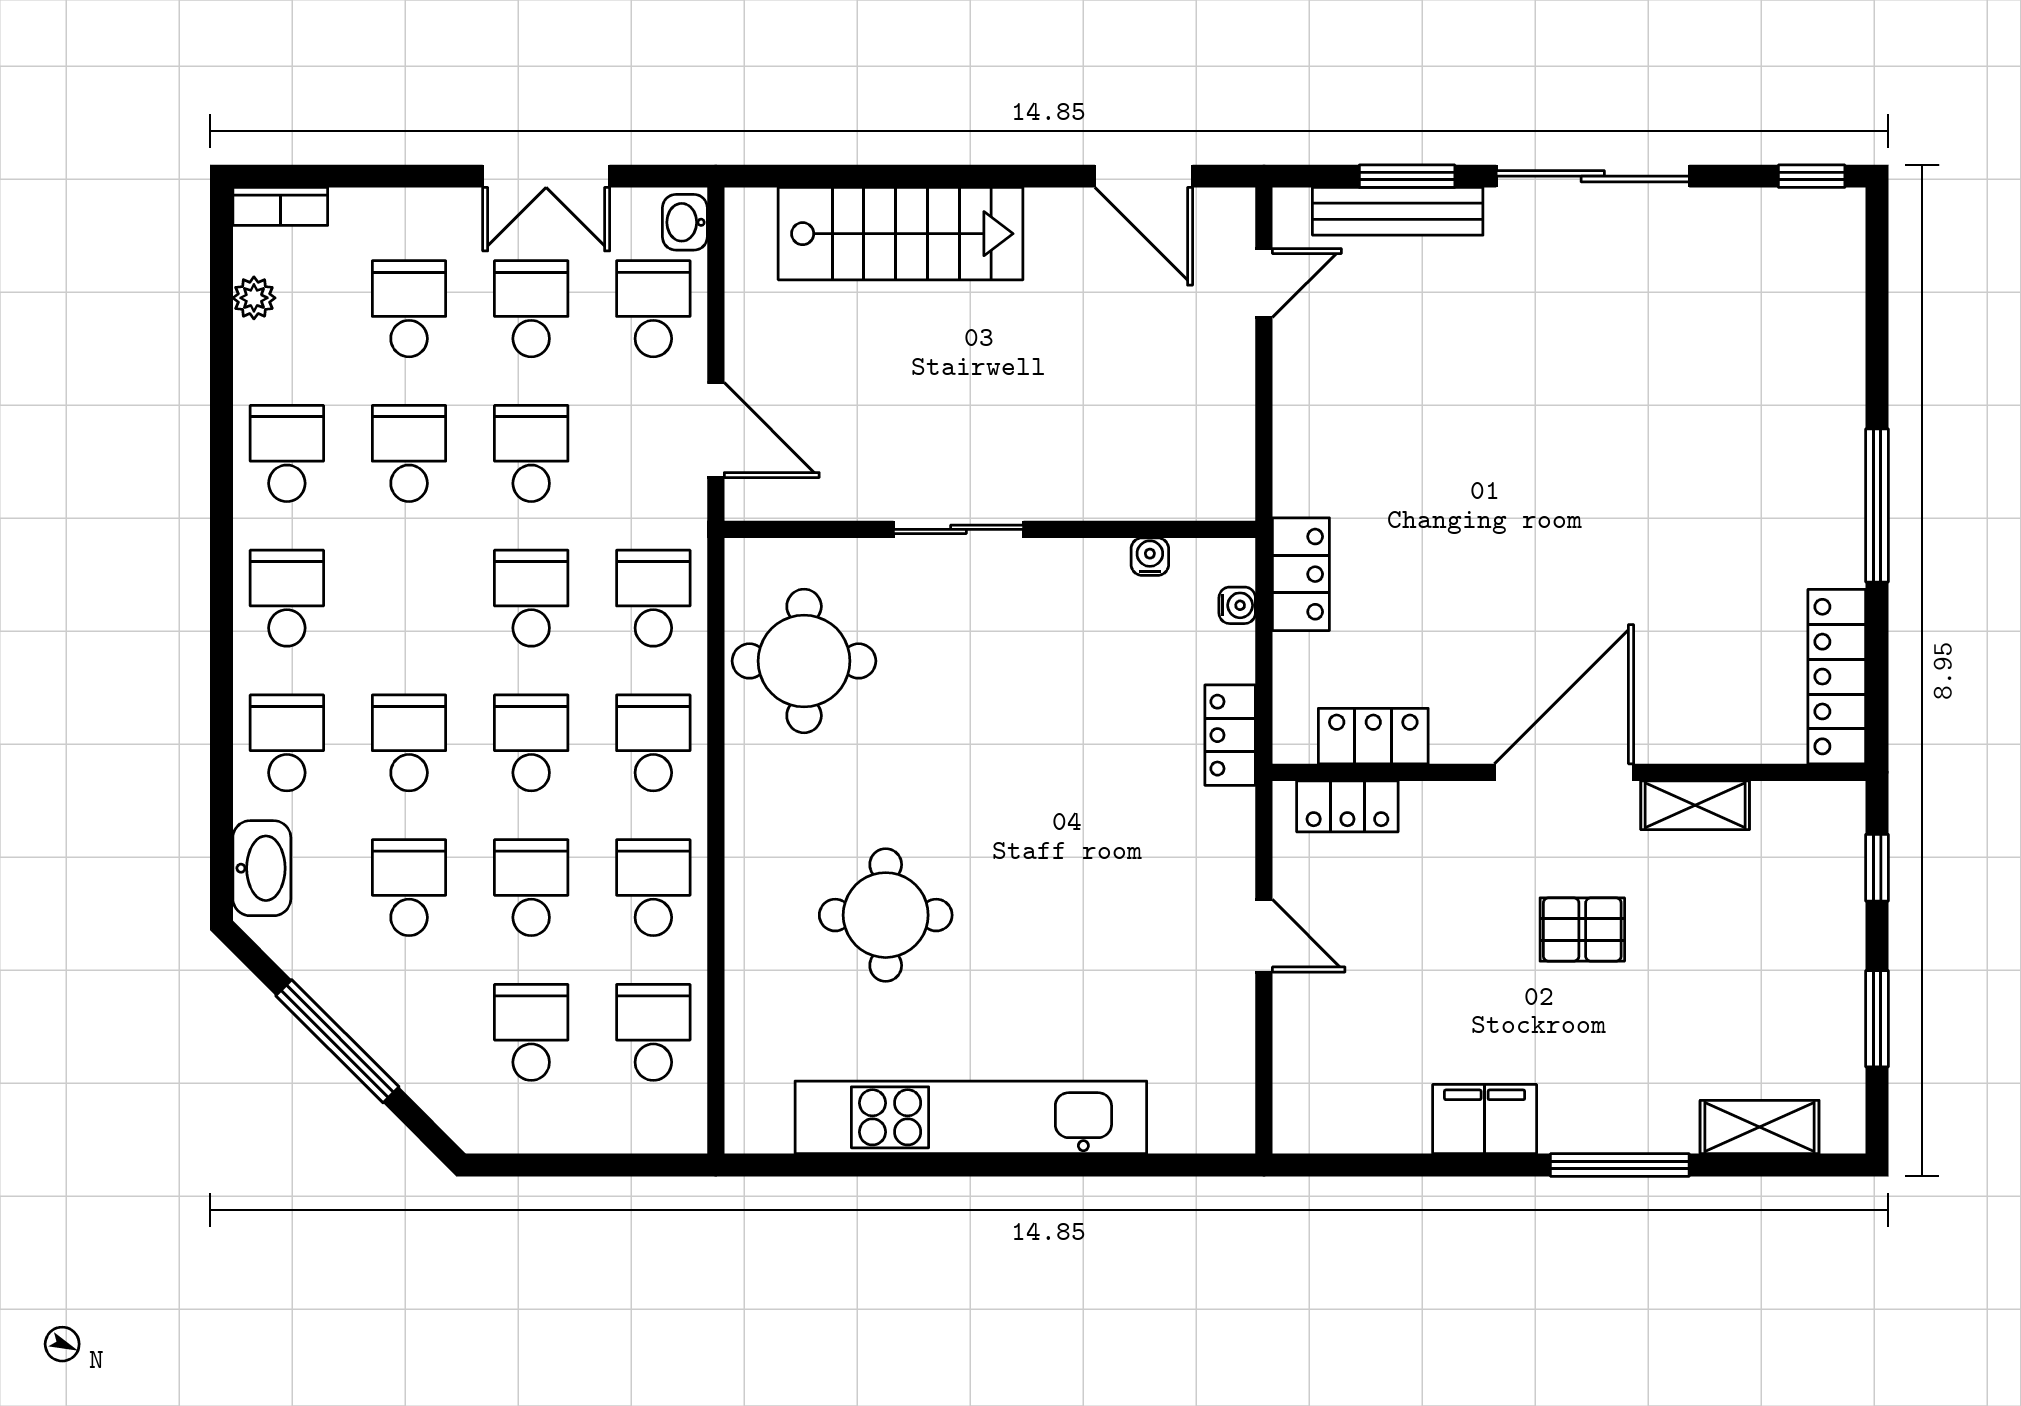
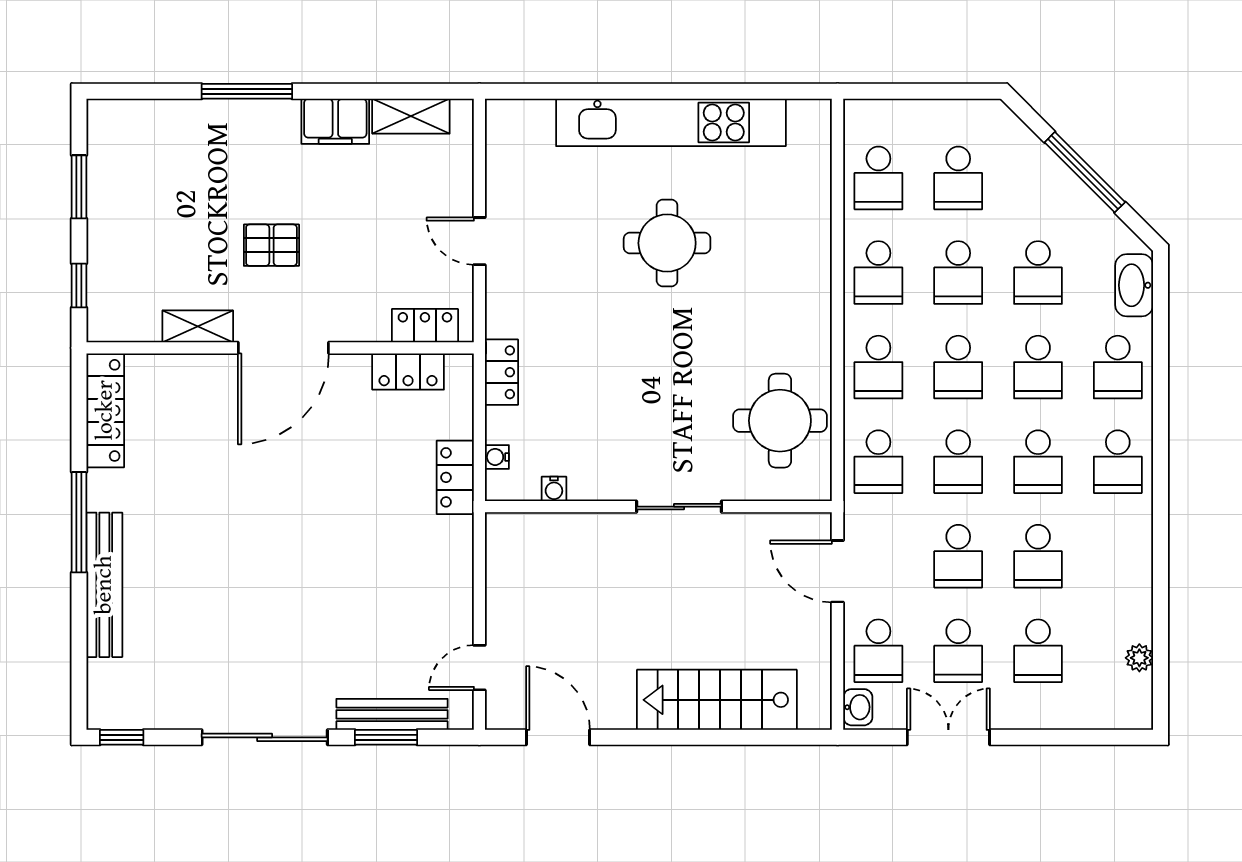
bookcase: (280, 206) -> (1122, 718), removed
bench: (1838, 410) -> (104, 585), added
school desk: (287, 453) -> (1038, 462), moved
round table: (886, 915) -> (667, 243), moved
shelving: (1760, 1127) -> (411, 116), moved

